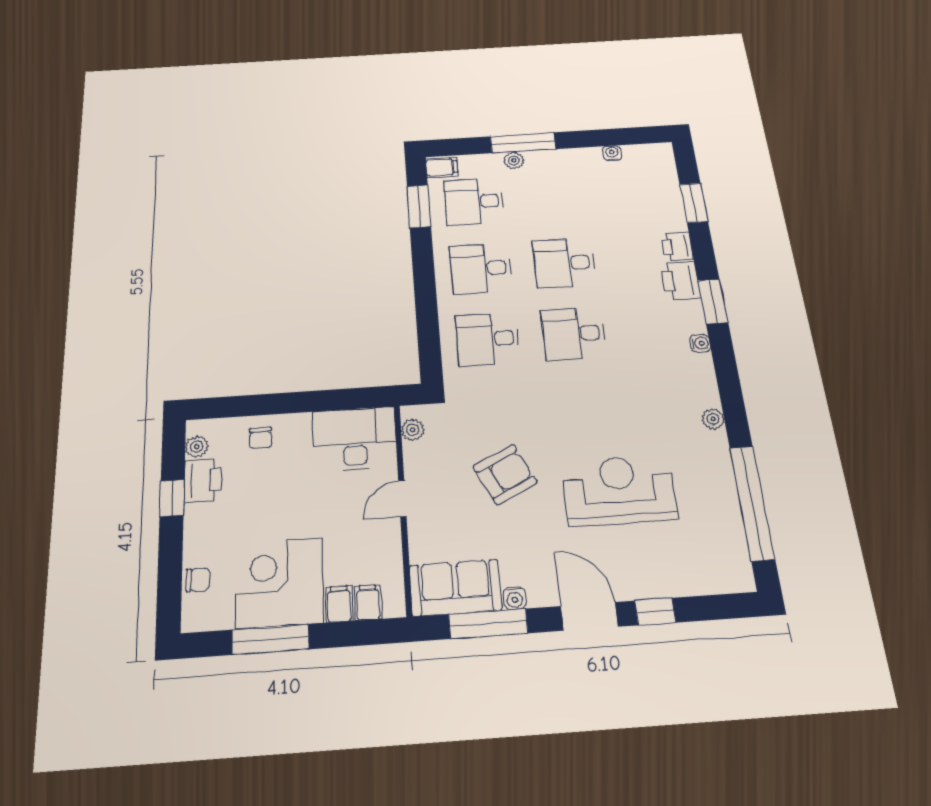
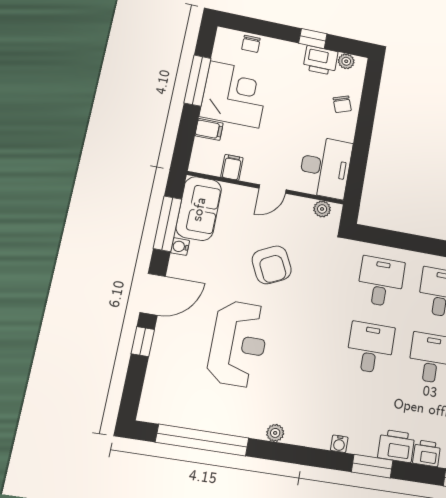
chair: (260, 438) -> (342, 104), turned -110
door: (402, 499) -> (272, 189), swing flipped
filing cabinet: (368, 603) -> (232, 167), moved, turned -90

